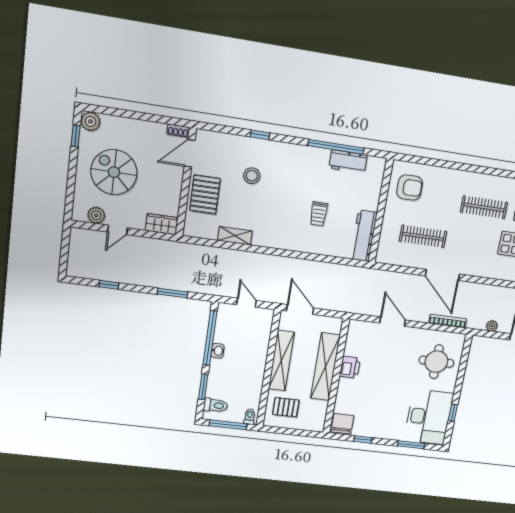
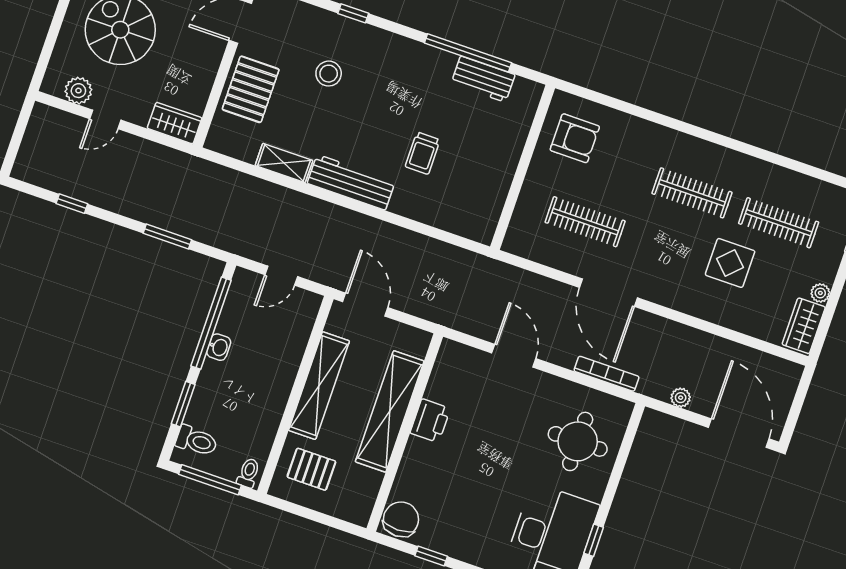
workbench: (364, 236) -> (351, 182), moved, turned 90
door: (246, 303) -> (281, 276), swing flipped

